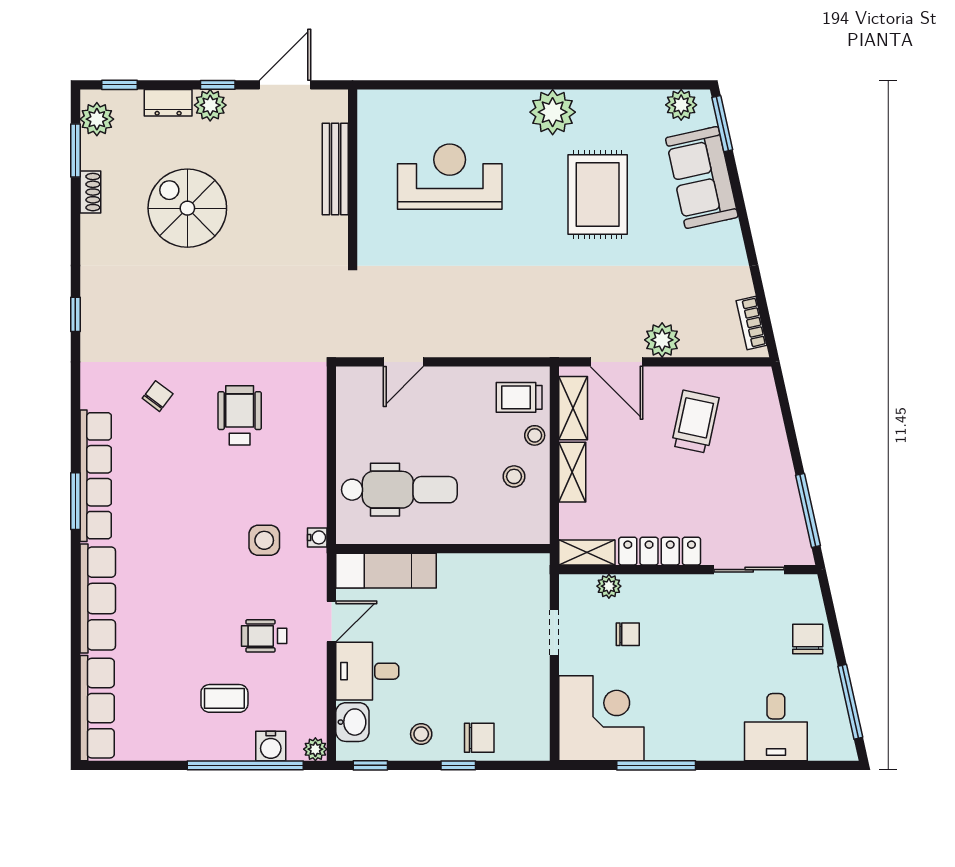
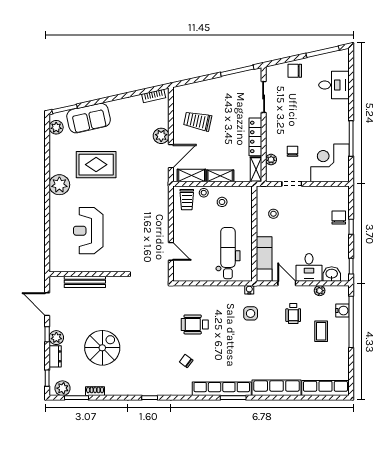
spiral stairs: (187, 208) -> (102, 348), turned 180
stool: (421, 734) -> (273, 214), moved
plant: (315, 749) -> (320, 291), moved

